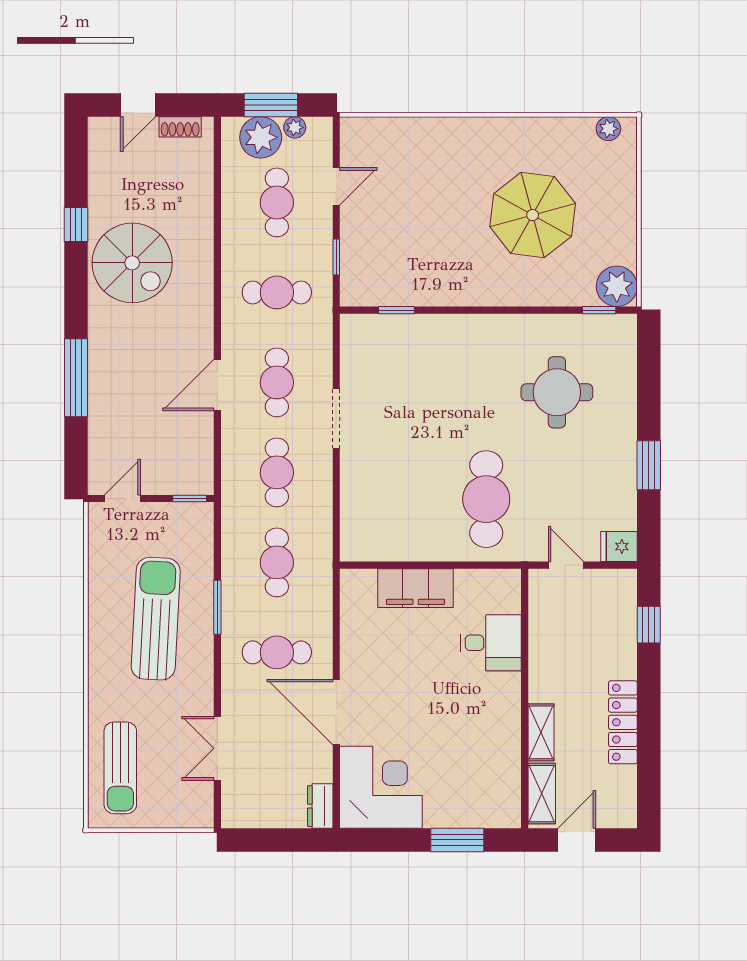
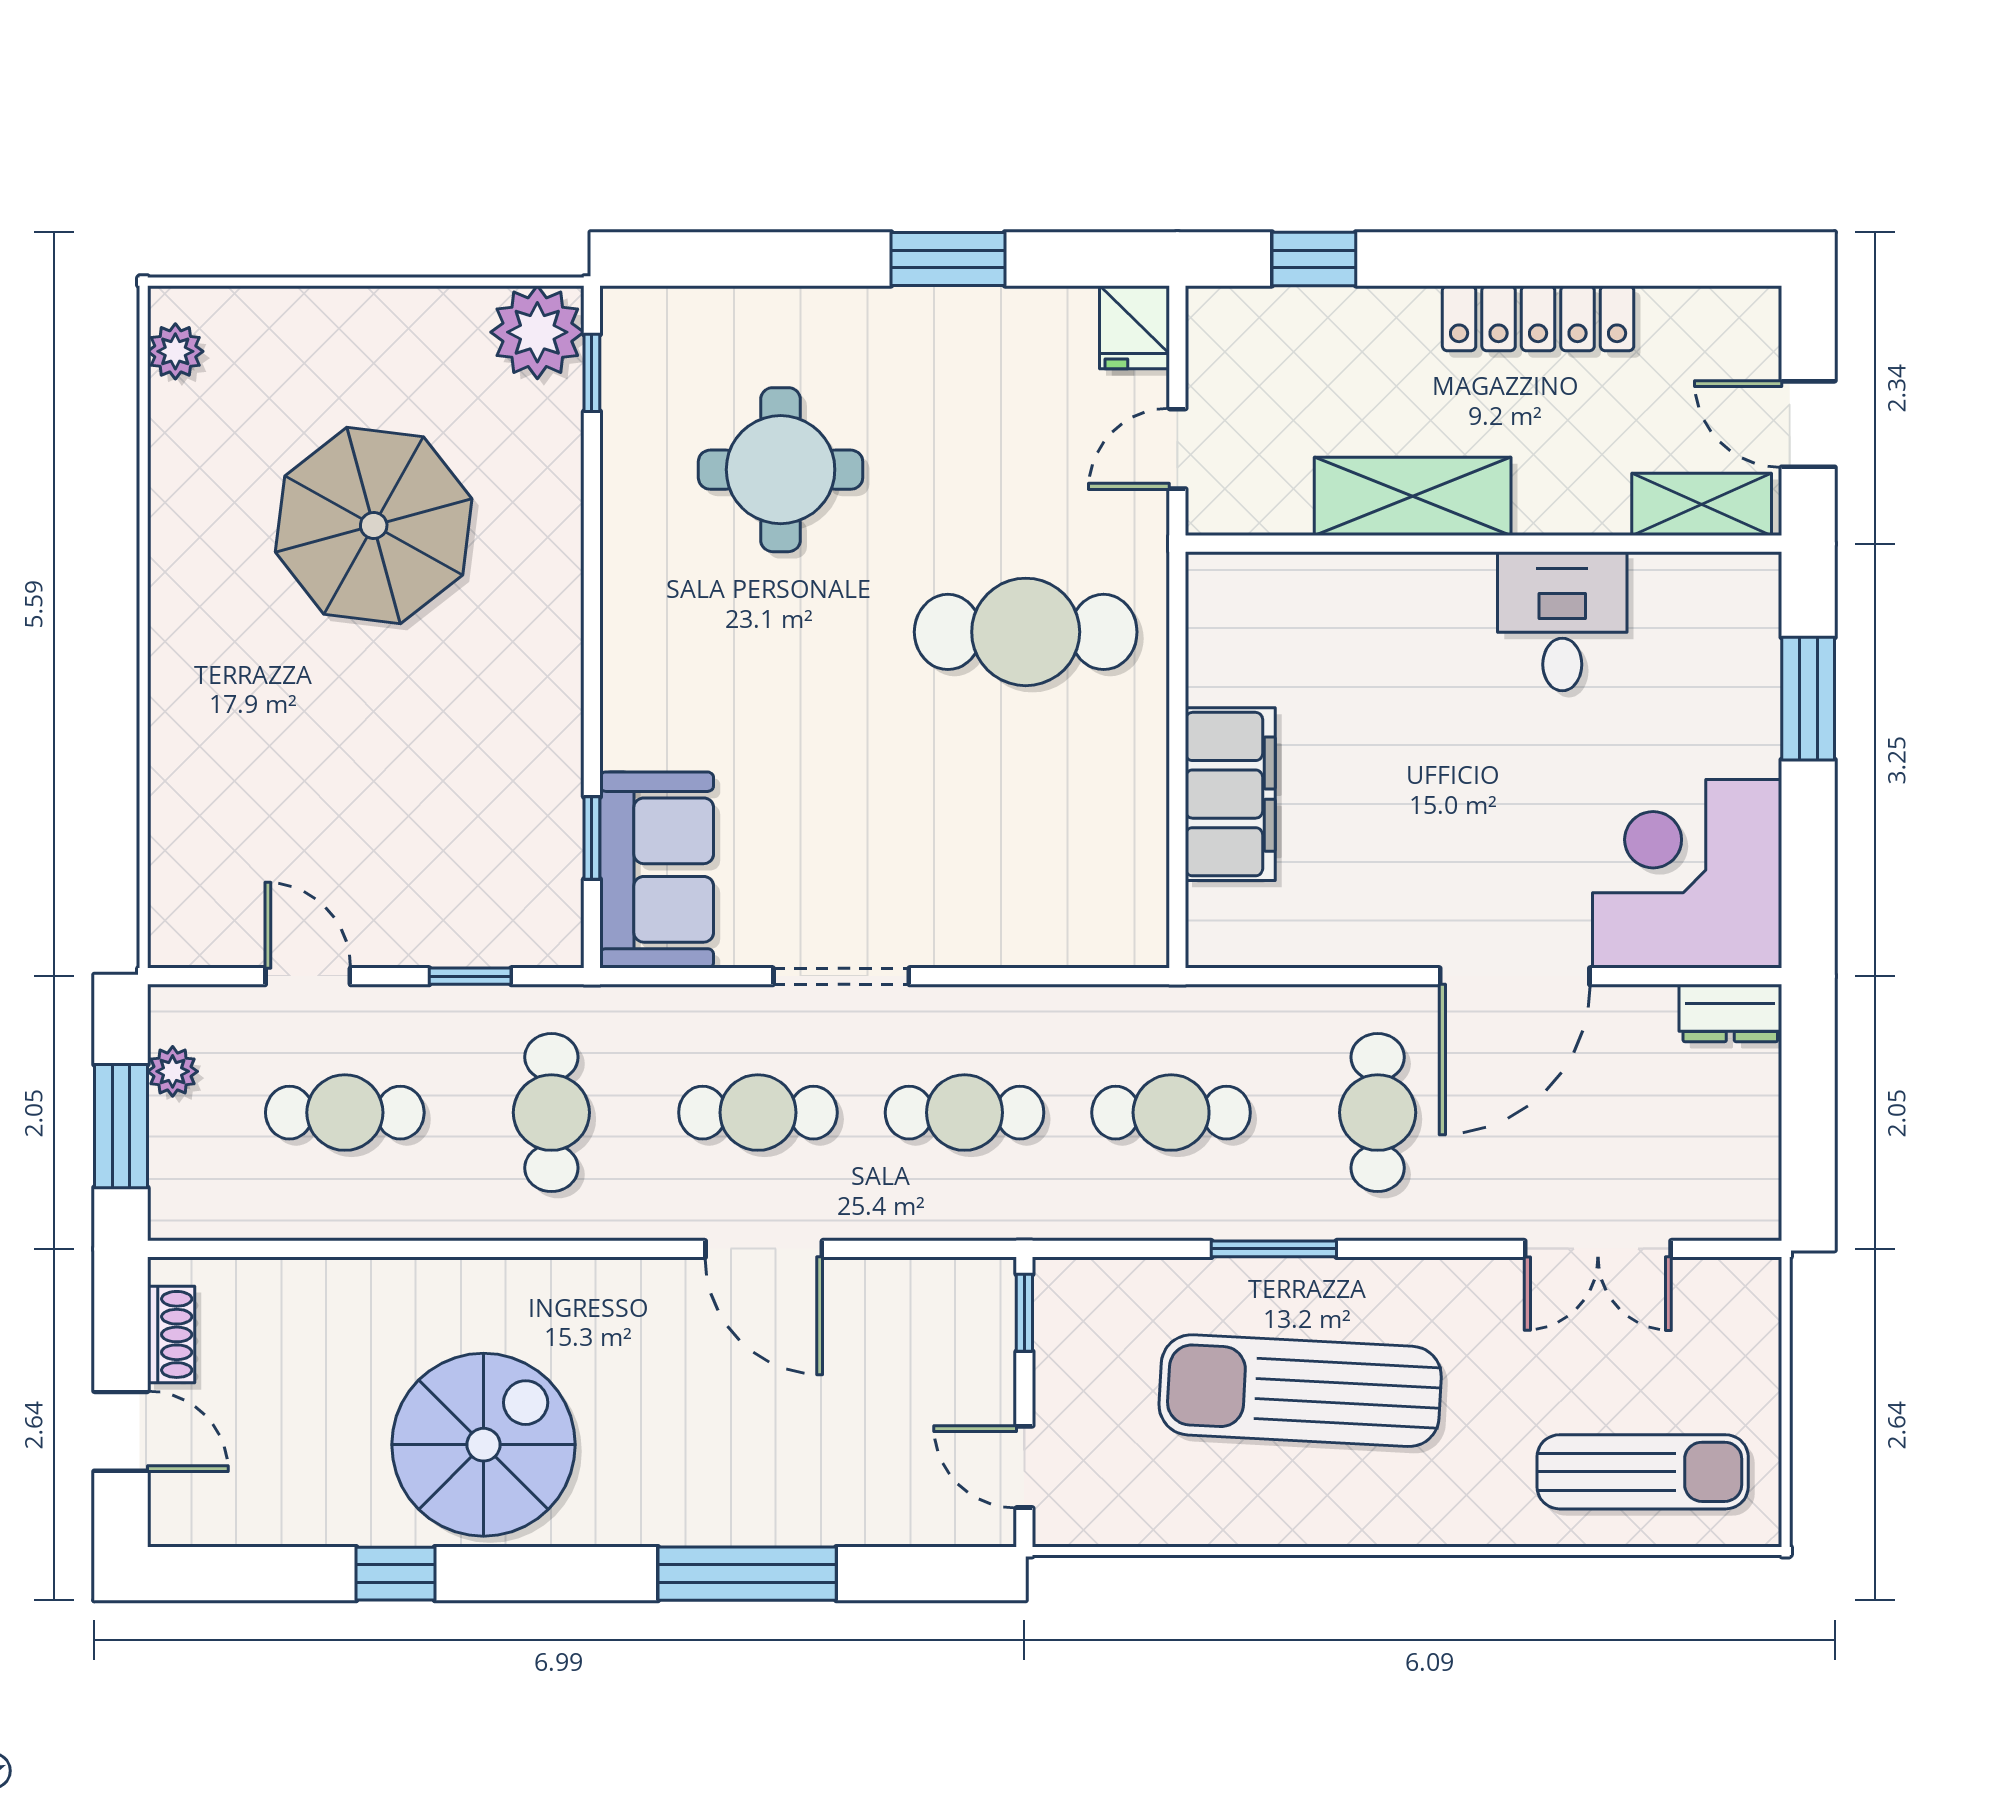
plant: (261, 137) -> (195, 1150), removed
sofa: (382, 338) -> (657, 870), added
desk: (491, 643) -> (1562, 621), moved
shelving: (541, 732) -> (1413, 496), moved, width x1.50, depth x1.33

